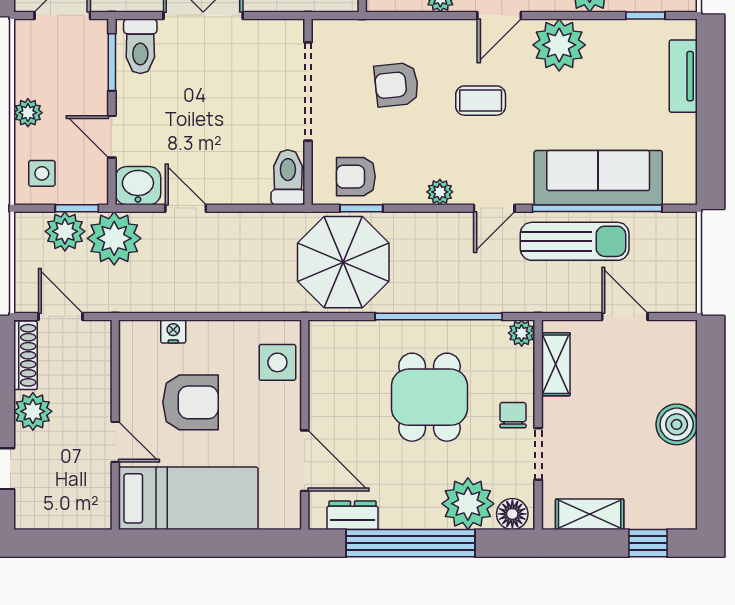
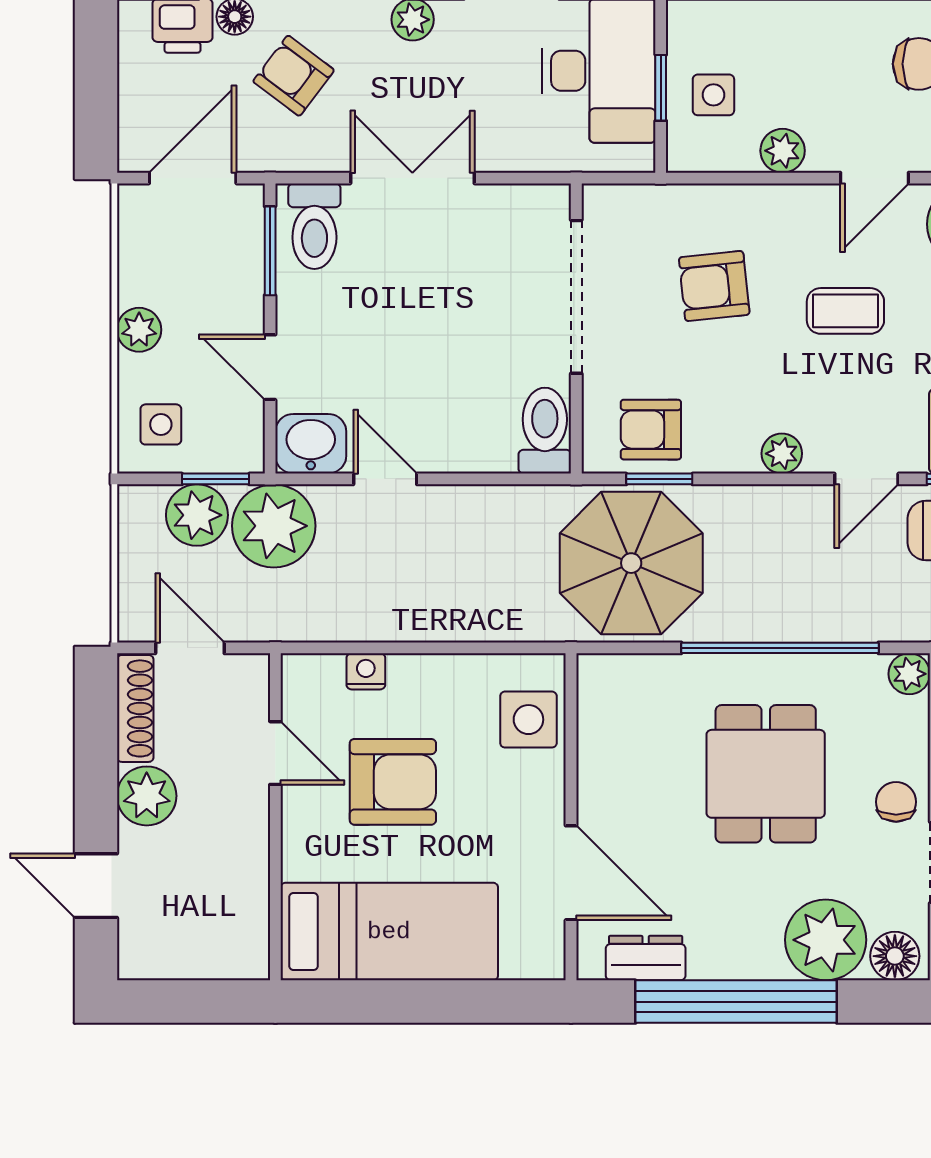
door: (115, 442) -> (275, 753), moved

